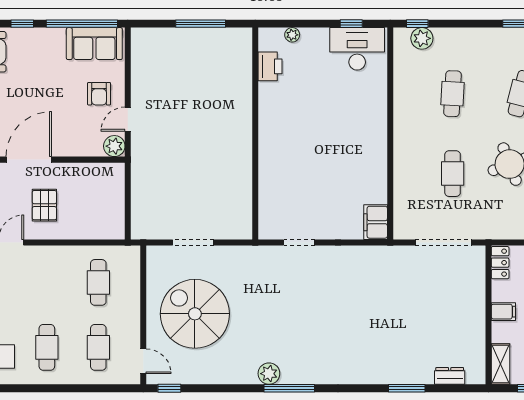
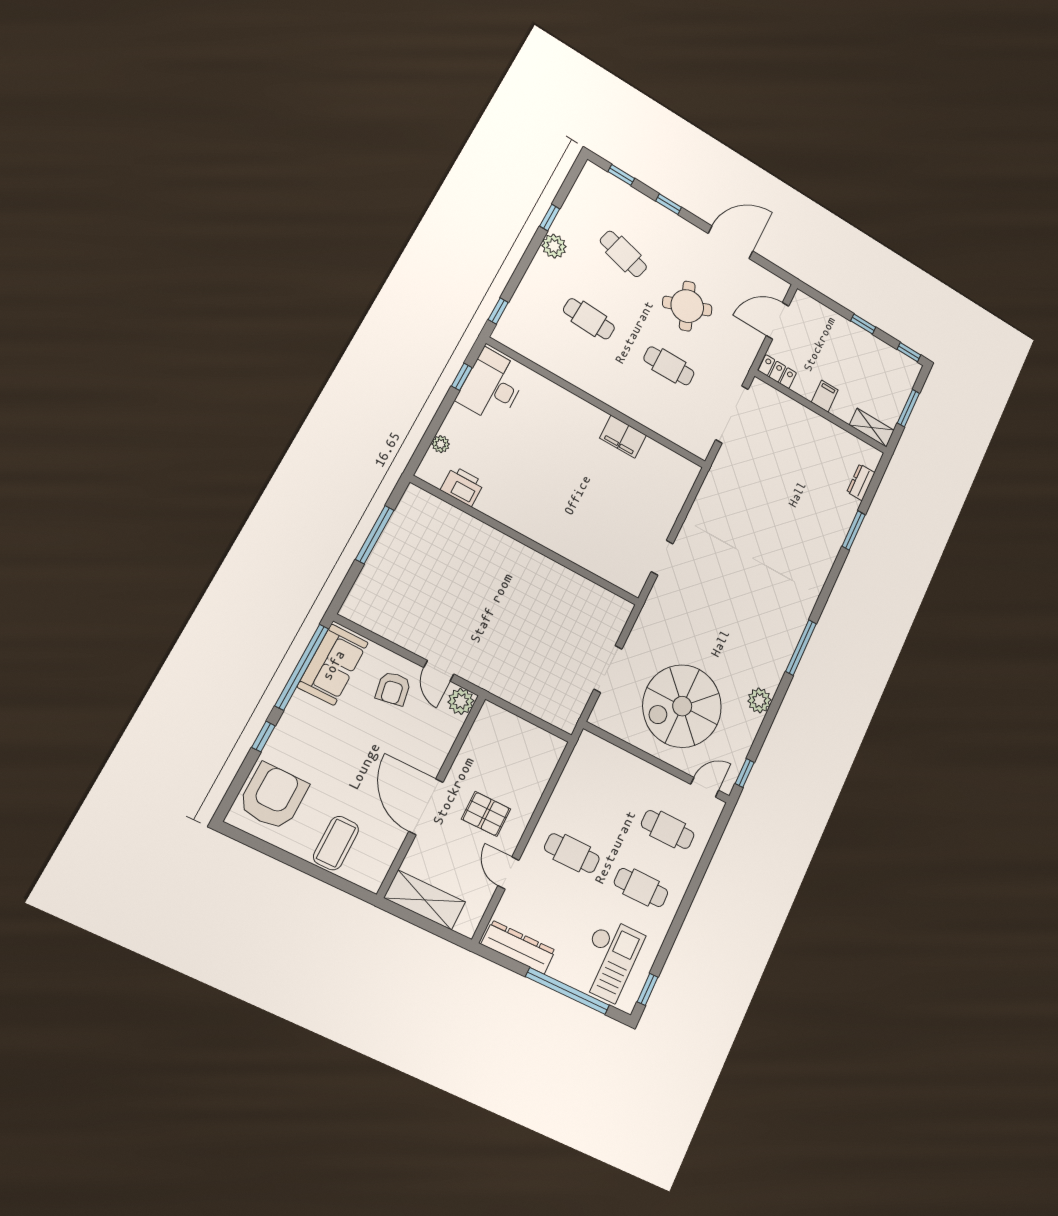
plant: (422, 38) -> (554, 246), moved
armchair: (99, 94) -> (393, 689), turned 80
filing cabinet: (376, 222) -> (623, 437), moved
cafe table: (98, 282) -> (572, 853), moved
plant: (269, 374) -> (759, 700), moved

